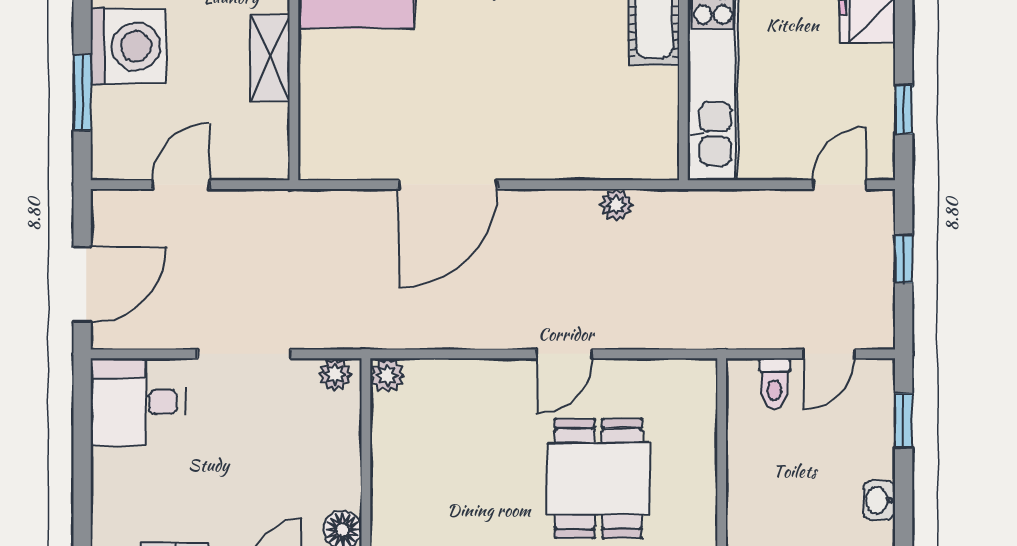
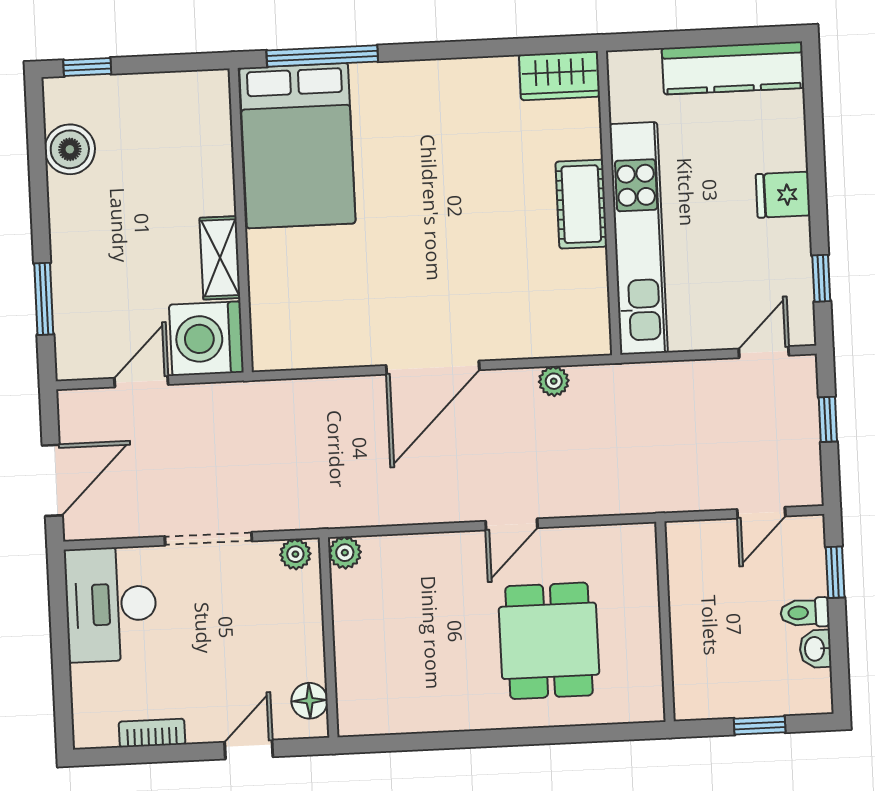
washing machine: (128, 46) -> (206, 339), moved, turned 180
door: (448, 185) -> (433, 368), moved
toilet: (775, 384) -> (805, 613), moved, turned 90
desk: (138, 402) -> (111, 604), width x1.37

